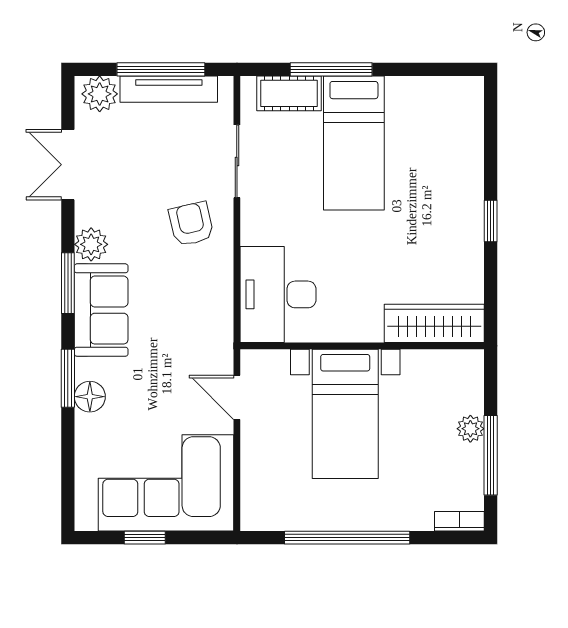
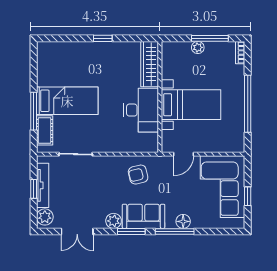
window: (161, 69) -> (34, 189), width x0.46
armchair: (191, 224) -> (138, 175), moved
desk: (278, 294) -> (141, 110), moved, turned -90
window: (68, 378) -> (175, 231), width x1.44

